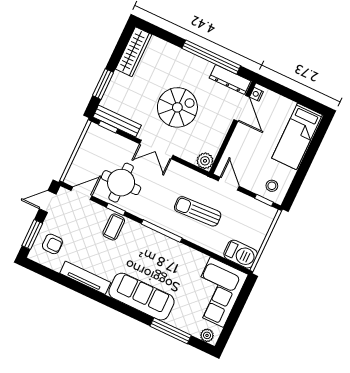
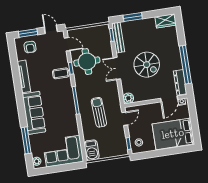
wardrobe: (134, 52) -> (166, 21), width x0.67
bed: (297, 136) -> (173, 134), width x1.50

